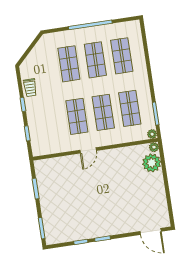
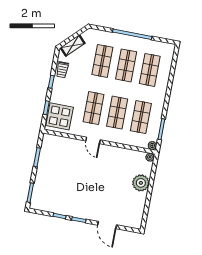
shelving: (32, 59) -> (73, 45), added
display table: (44, 138) -> (60, 116), added
door: (88, 150) -> (93, 140), hinge flipped
plant: (152, 163) -> (141, 183), moved
door: (151, 231) -> (107, 225), moved

